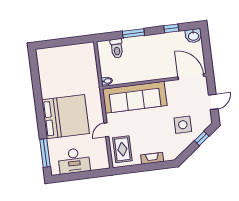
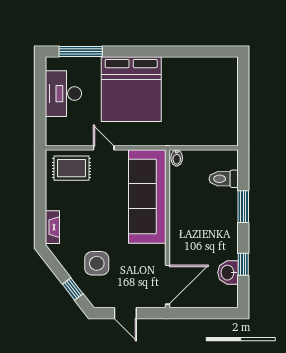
washbasin: (193, 36) -> (228, 273), moved
fireplace: (152, 158) -> (52, 227), moved

